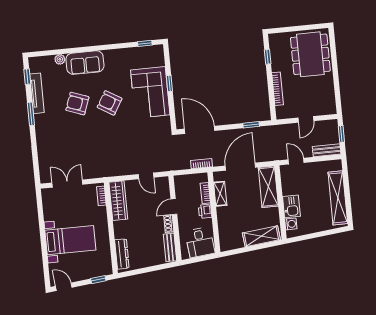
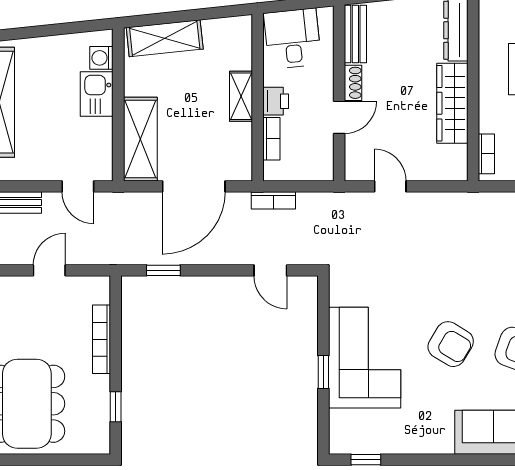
door: (200, 130) -> (270, 270), width x0.53
shelving: (220, 194) -> (241, 96), moved
wardrobe: (118, 201) -> (452, 103), moved

